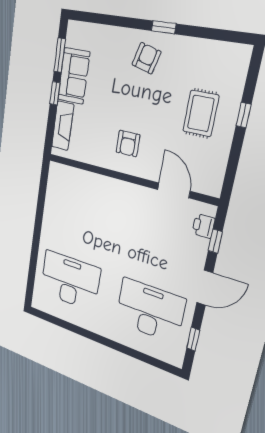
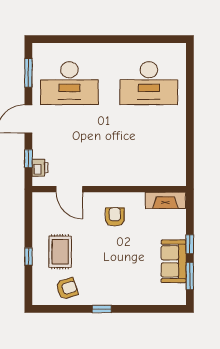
armchair: (146, 58) -> (67, 288), moved, turned -123
fireplace: (63, 126) -> (165, 200), moved, turned -90
window: (193, 339) -> (28, 73), width x1.50

